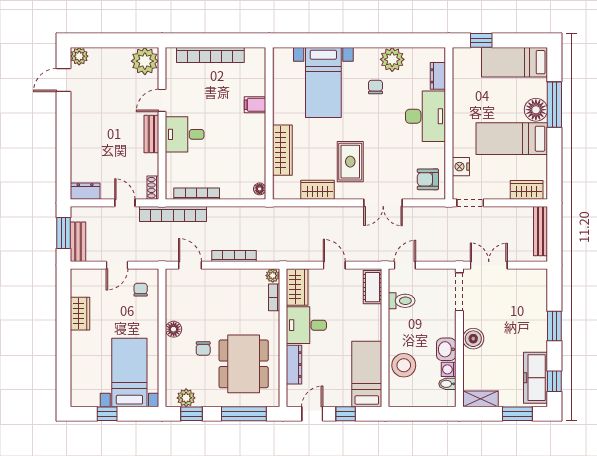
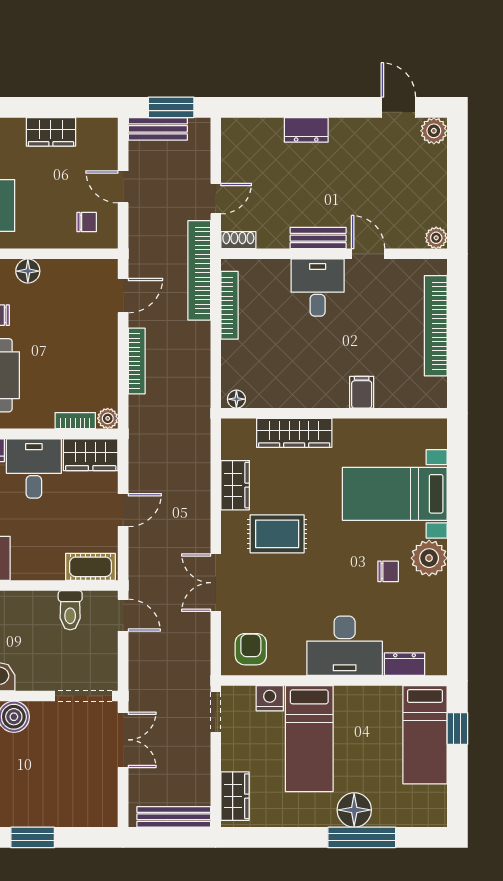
plant: (392, 59) -> (429, 558), moved
plant: (145, 61) -> (436, 238), width x0.53, depth x0.53
bed: (515, 62) -> (425, 735), moved, turned 180
bed: (512, 139) -> (309, 739), moved, turned 180
dresser: (85, 191) -> (306, 130), moved, turned 90

